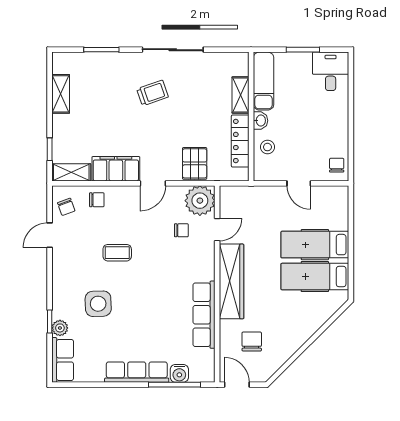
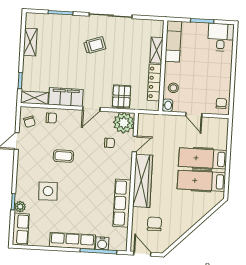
washbasin: (260, 121) -> (167, 105), moved

